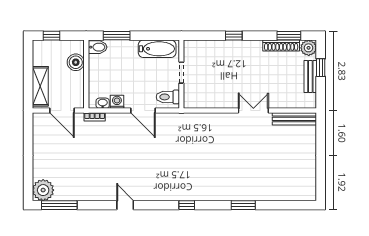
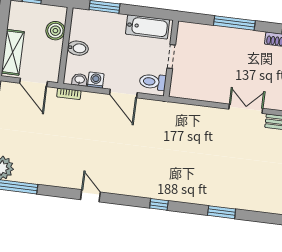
window: (234, 36) -> (234, 23), width x2.17
bidet: (98, 47) -> (78, 48), moved

